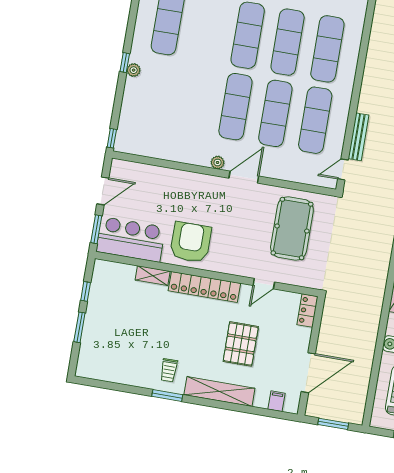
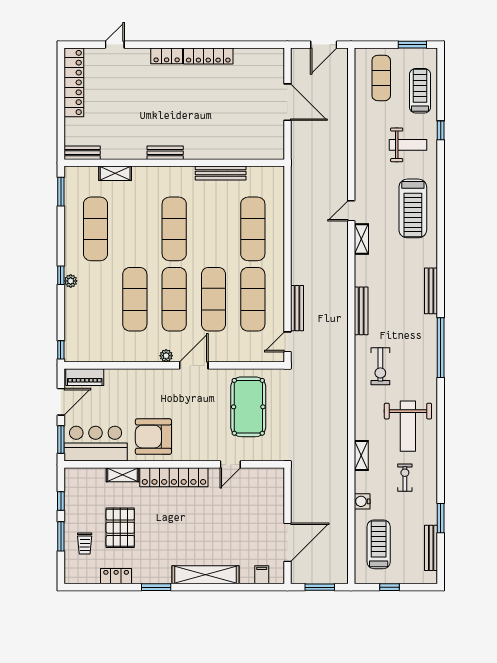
exercise mat: (288, 42) -> (135, 299), moved
piano: (131, 170) -> (85, 377), added
armchair: (191, 242) -> (153, 437), turned -90
locker: (307, 311) -> (116, 576), moved, turned 90
pallet: (241, 344) -> (120, 528), moved
trolley: (169, 370) -> (85, 544), moved

